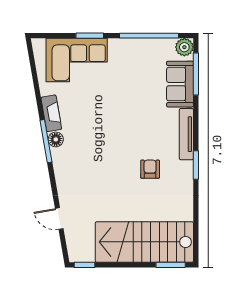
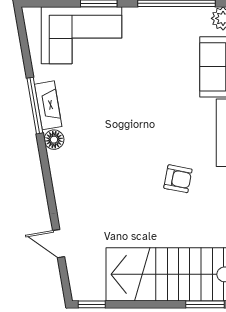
window: (46, 141) -> (35, 106), moved
armchair: (150, 169) -> (178, 179), turned 101

